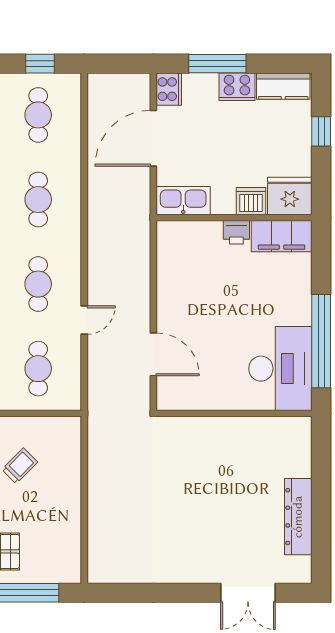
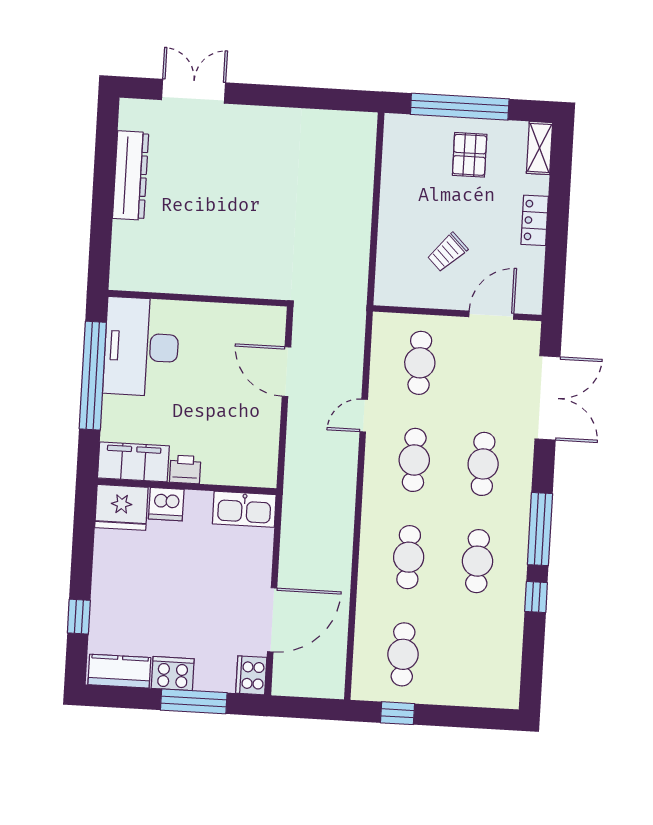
fridge: (290, 196) -> (121, 507), moved
kitchen sink: (183, 201) -> (244, 509), moved
dishwasher: (251, 201) -> (166, 504), moved
wall: (234, 218) -> (187, 486), moved
printer: (236, 232) -> (185, 469), moved
filing cabinet: (282, 236) -> (133, 462), moved

